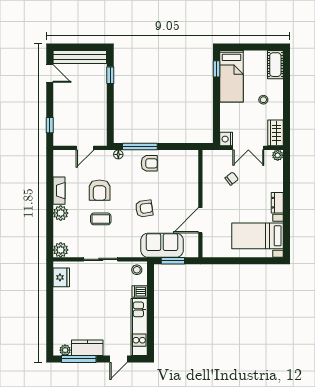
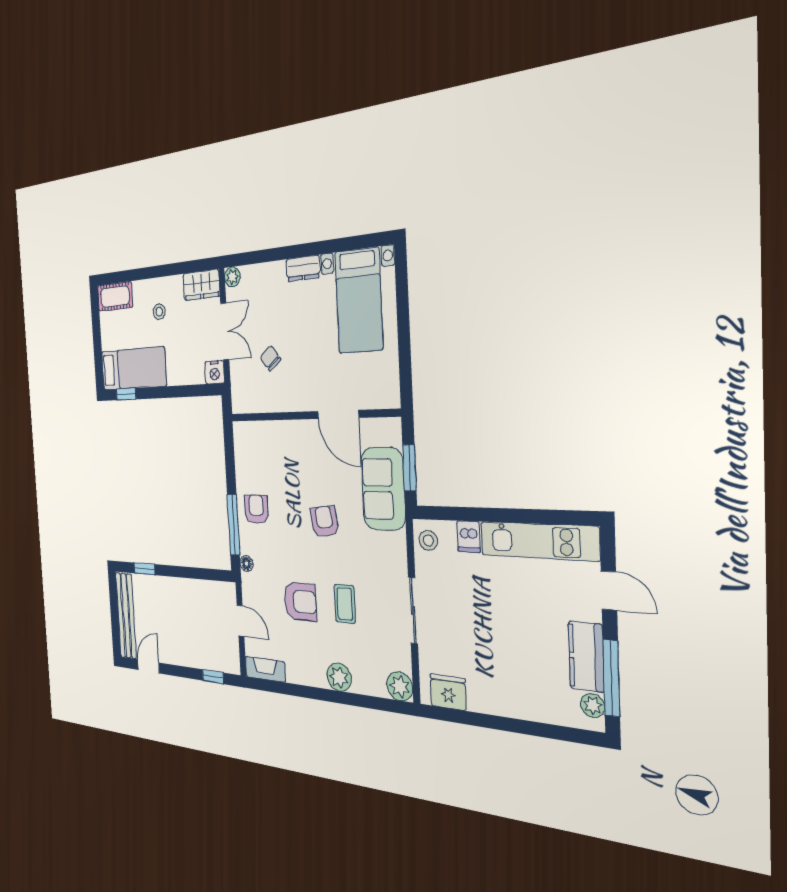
fireplace: (59, 191) -> (265, 669), moved

